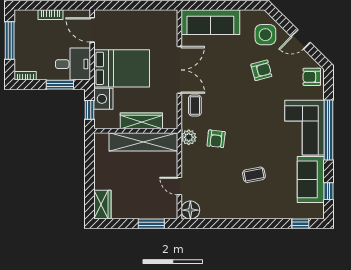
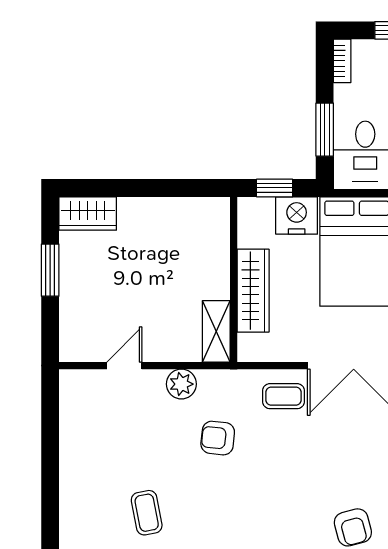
plant: (189, 137) -> (181, 384), moved
shelving: (143, 142) -> (216, 331), width x0.45, depth x0.75
floor lamp: (190, 210) -> (77, 387), removed
window: (151, 224) -> (50, 270), moved

